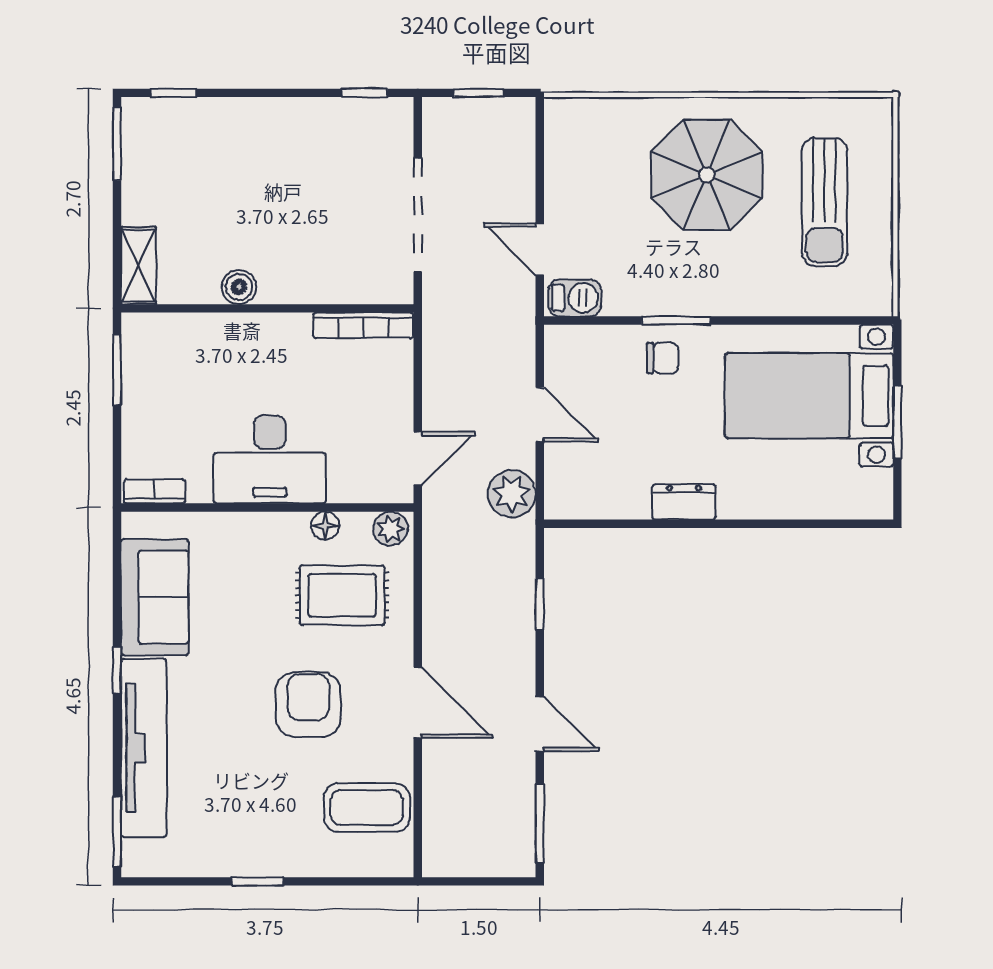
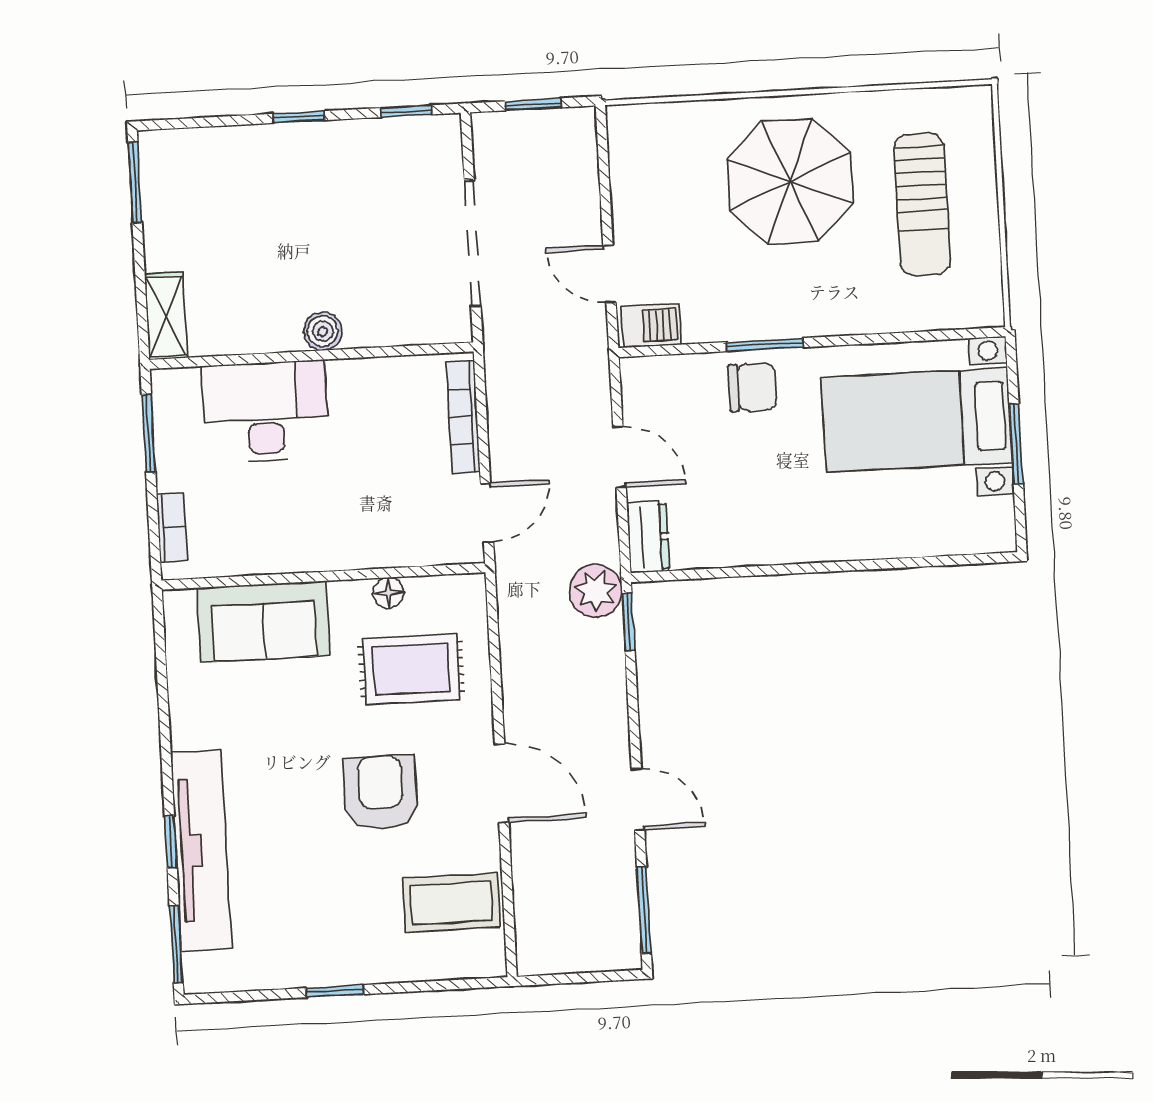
window: (173, 93) -> (299, 117), moved
boiler: (239, 287) -> (323, 331), moved
bookcase: (363, 325) -> (463, 417), moved, turned 90
chair: (663, 358) -> (752, 387), width x1.37, depth x1.37
desk: (270, 459) -> (265, 412), moved, turned 180
bookcase: (155, 491) -> (172, 527), moved, turned 90
plant: (512, 494) -> (596, 591), moved
dresser: (684, 502) -> (648, 537), moved, turned 90
plant: (390, 529) -> (461, 592), removed
sofa: (155, 597) -> (263, 622), moved, turned 90
window: (540, 604) -> (628, 622), moved
window: (117, 670) -> (171, 842), moved

